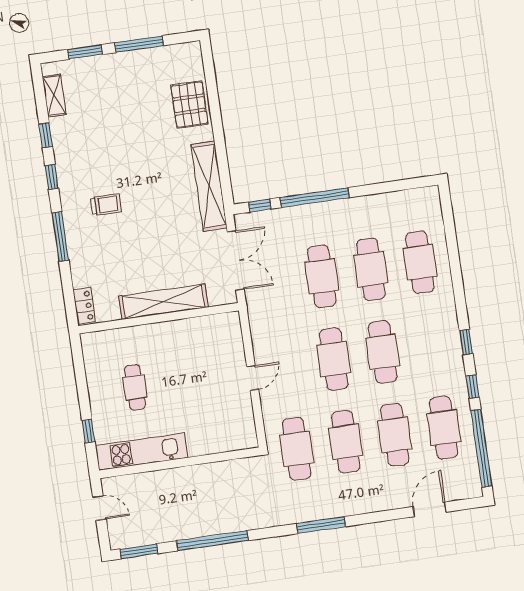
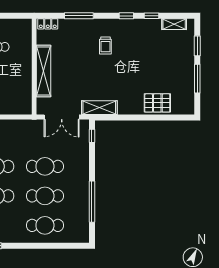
shelving: (209, 186) -> (99, 108), width x0.68
window: (315, 198) -> (92, 202), moved
window: (60, 237) -> (79, 16), moved

